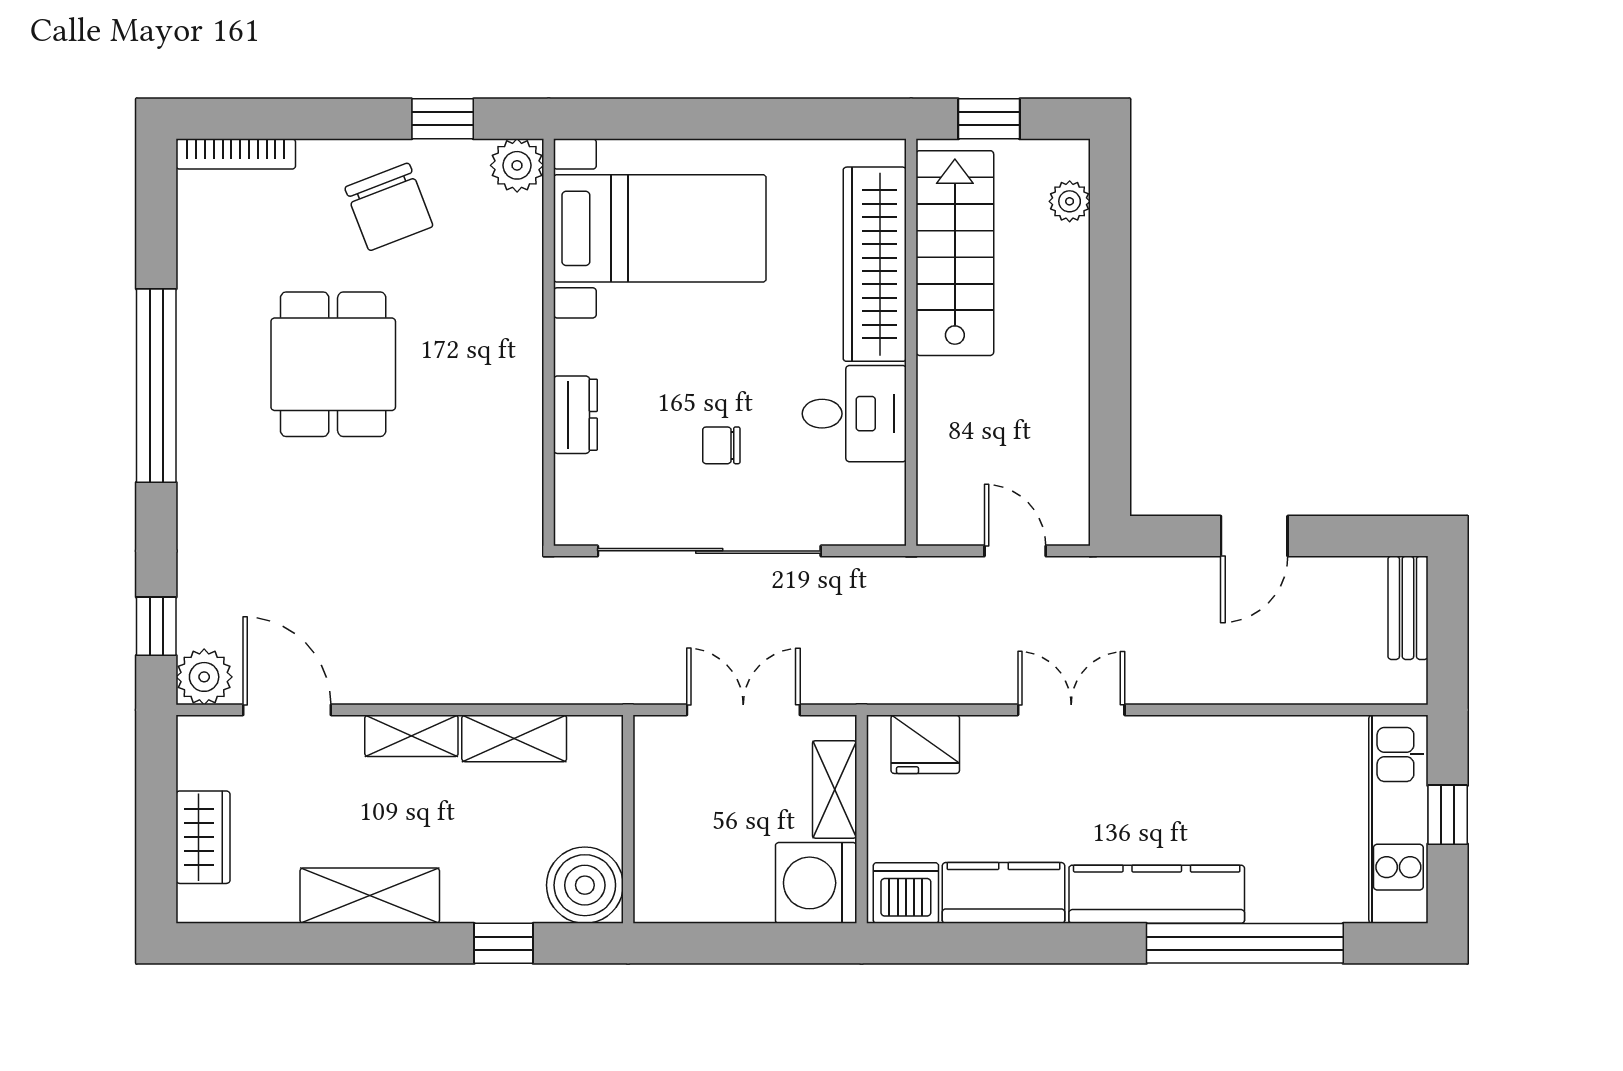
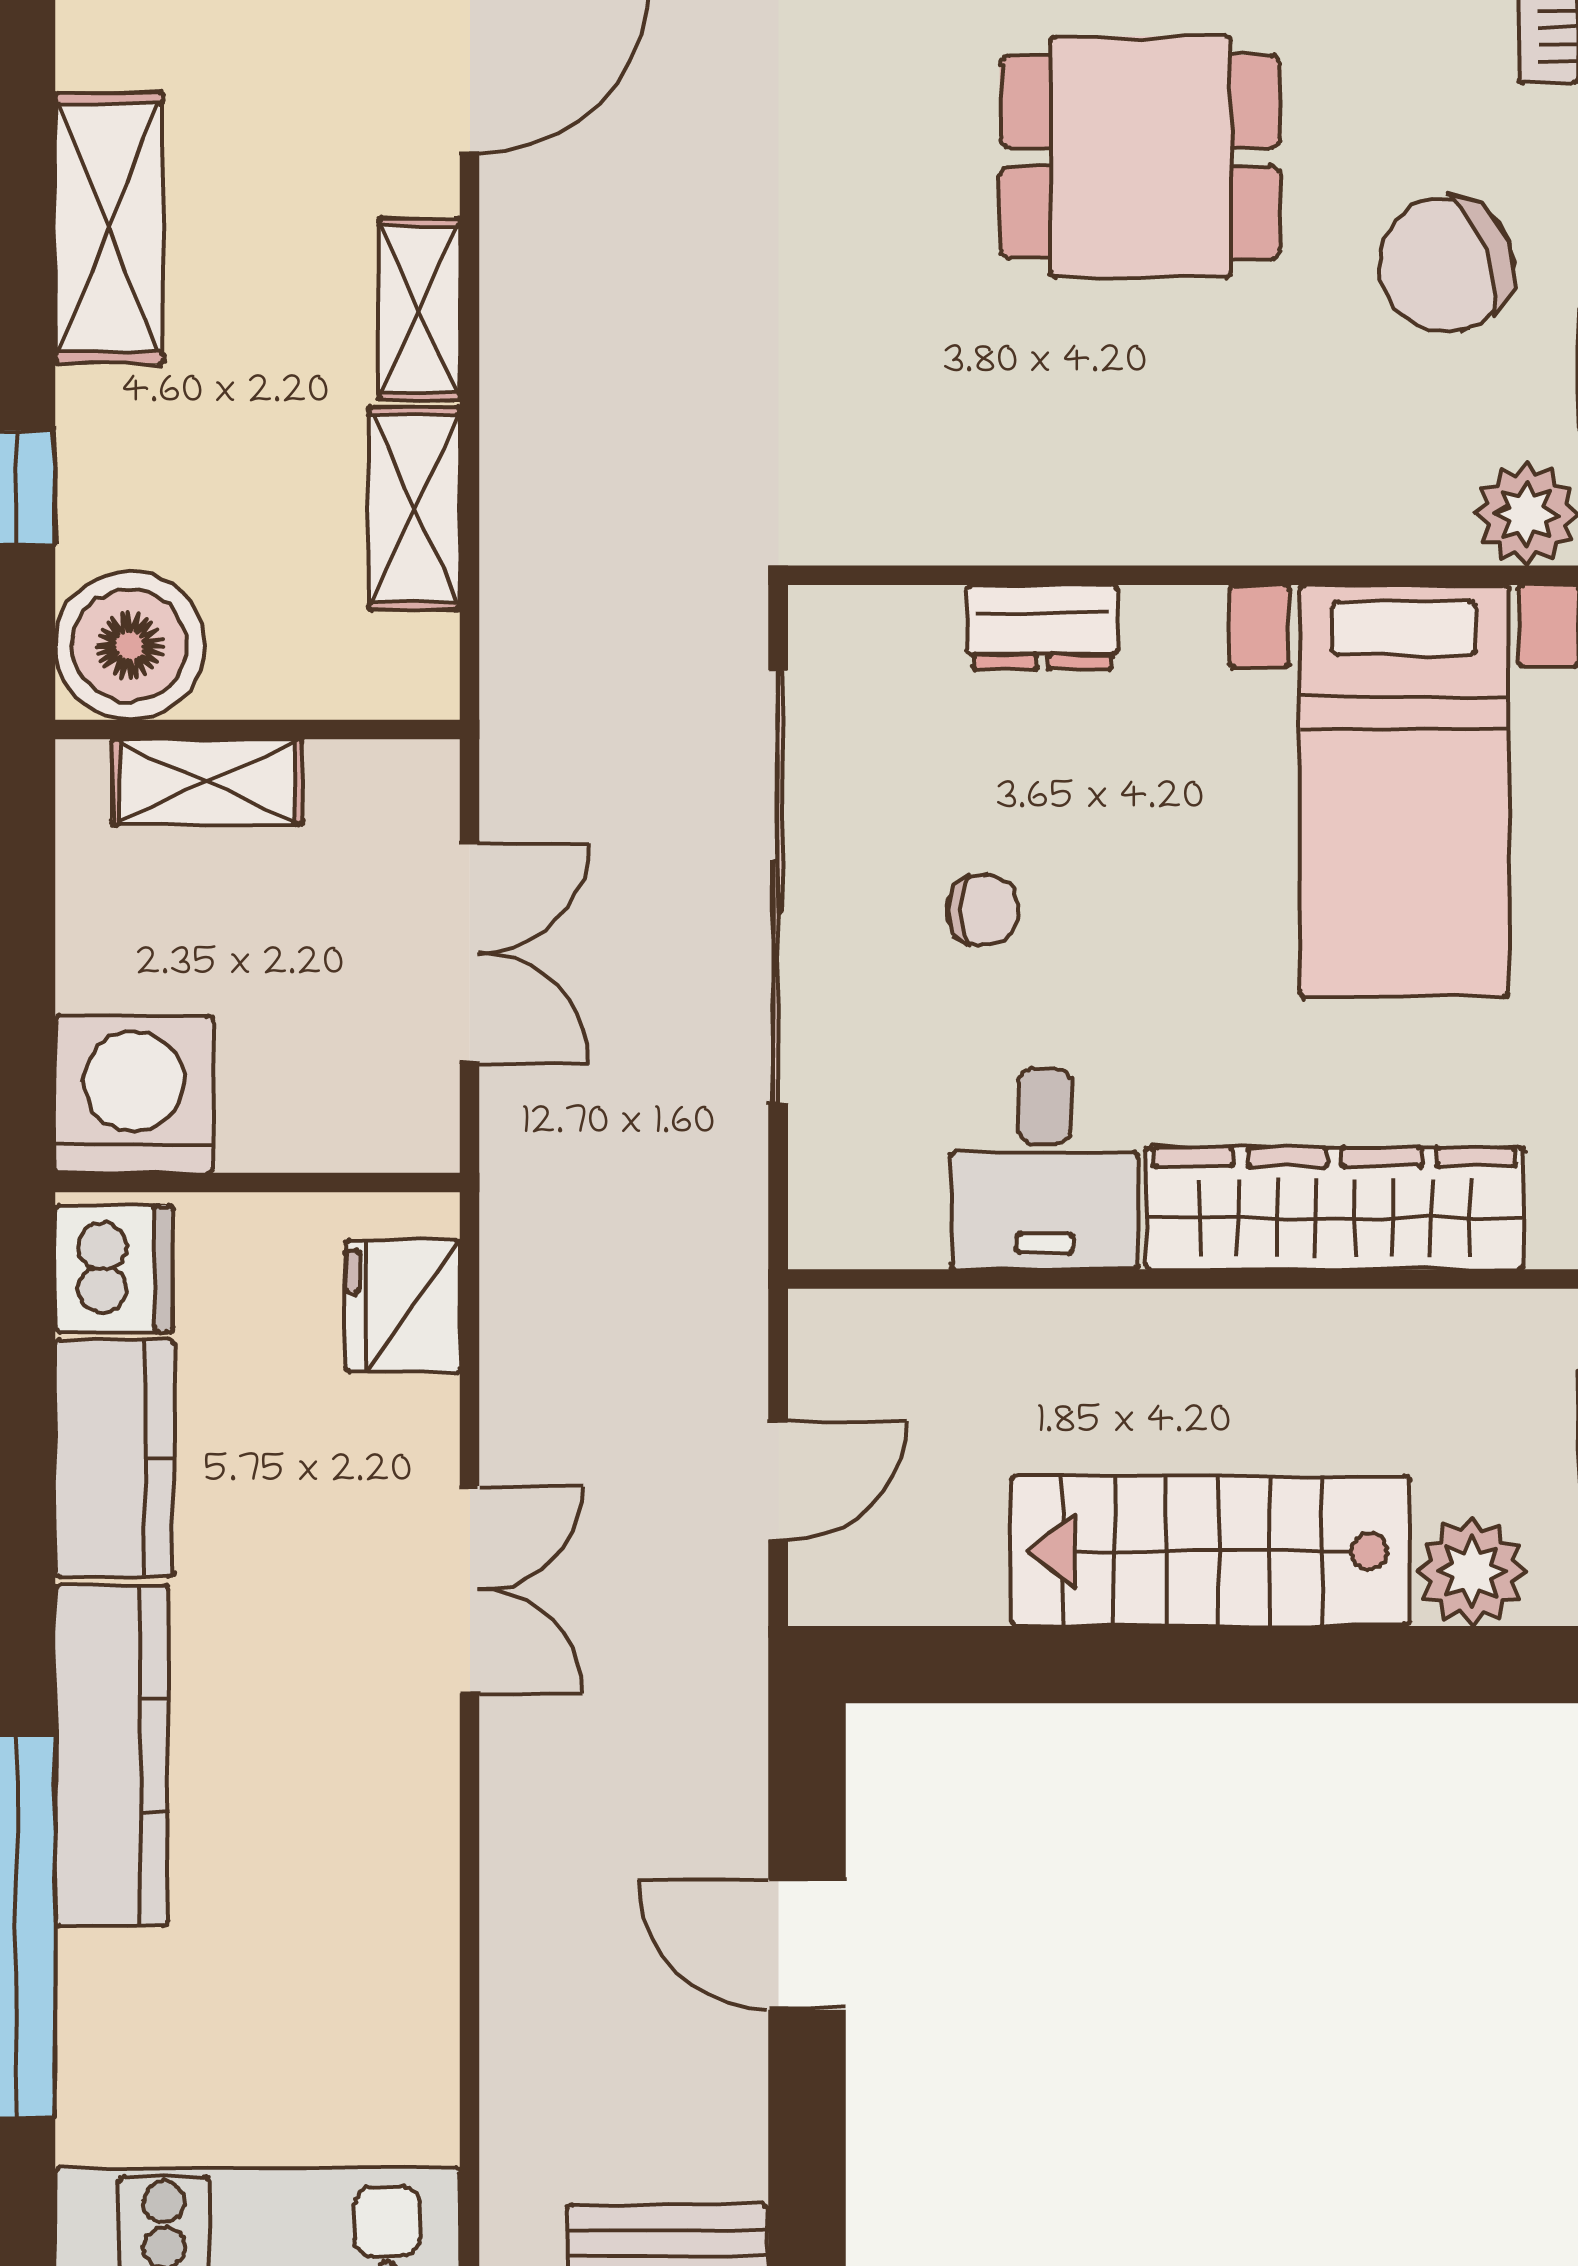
plant: (1070, 201) -> (1472, 1571), width x1.38, depth x1.38
stairs: (955, 253) -> (1210, 1551), moved, turned 180
chair: (721, 445) -> (983, 910), turned 90
shelving: (835, 789) -> (207, 782), moved

